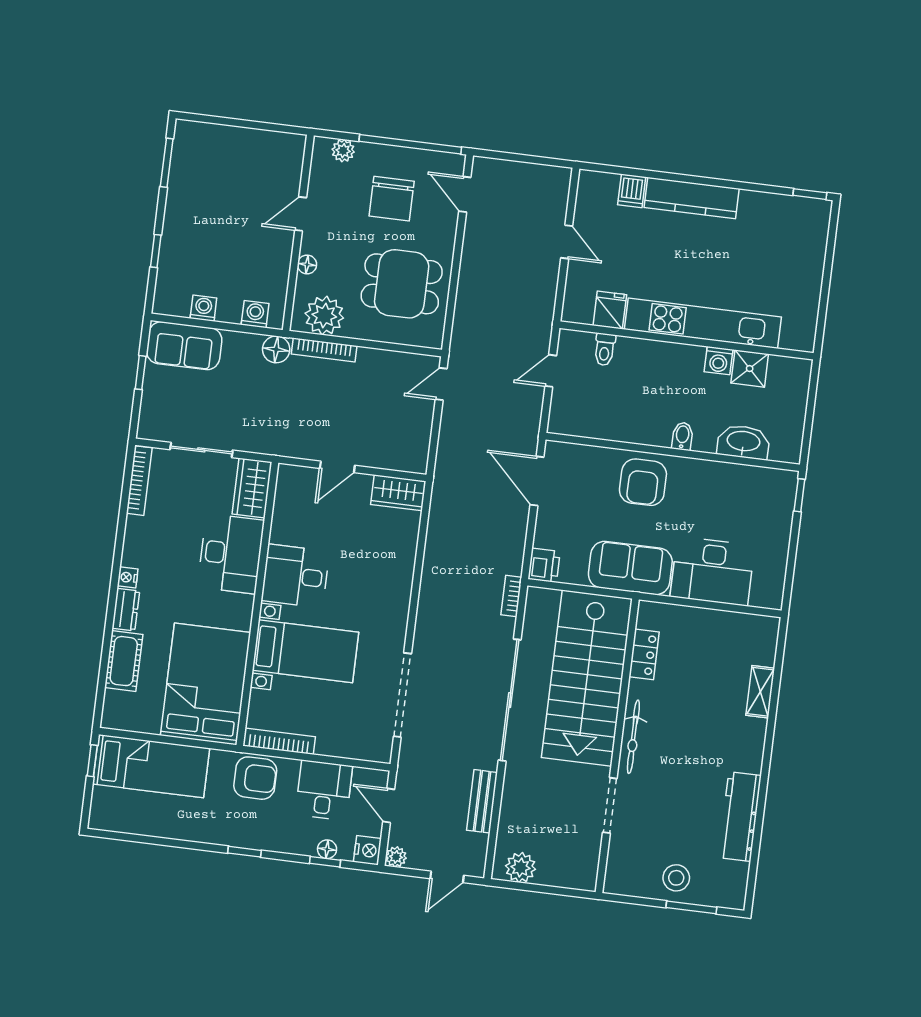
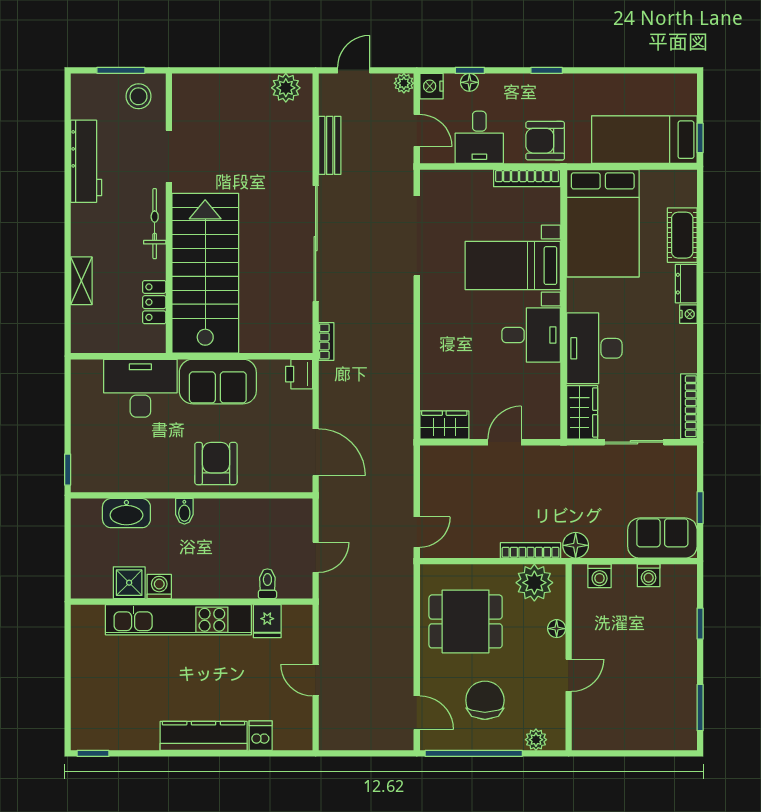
locker: (644, 654) -> (154, 302), moved
stairs: (587, 678) -> (205, 273), moved
bicycle: (633, 737) -> (155, 224), moved
wall: (617, 746) -> (169, 213), moved
doorway: (610, 805) -> (169, 156), moved

